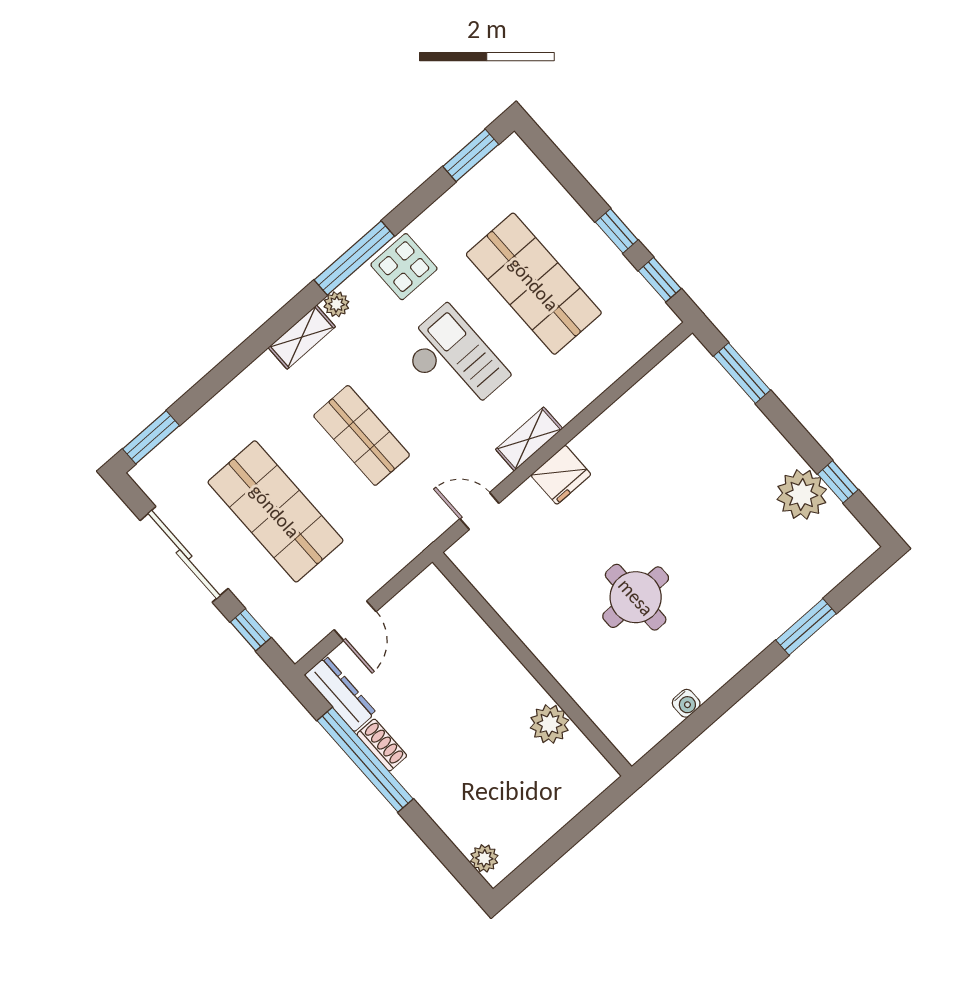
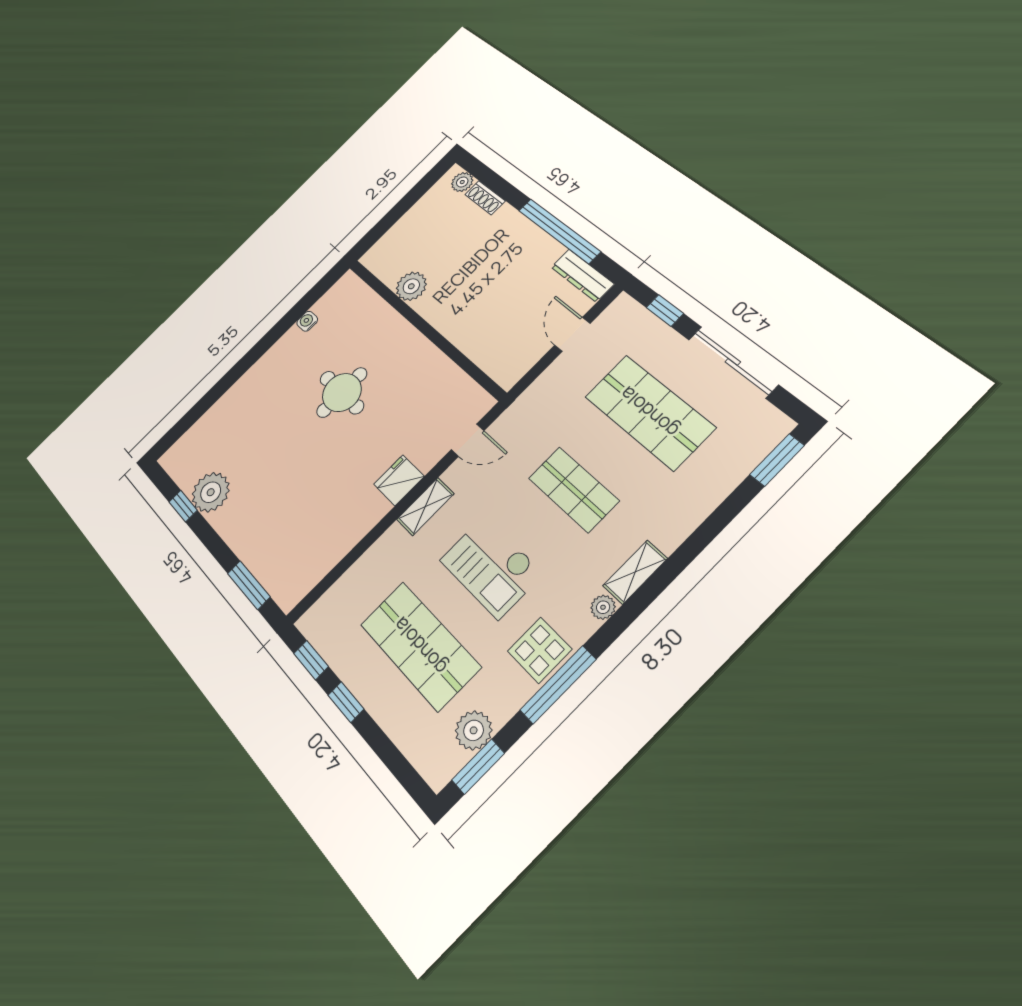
plant: (475, 191) -> (474, 730), added
window: (354, 258) -> (558, 685), moved
window: (806, 627) -> (216, 392), removed
shoe rack: (382, 745) -> (485, 198), moved

